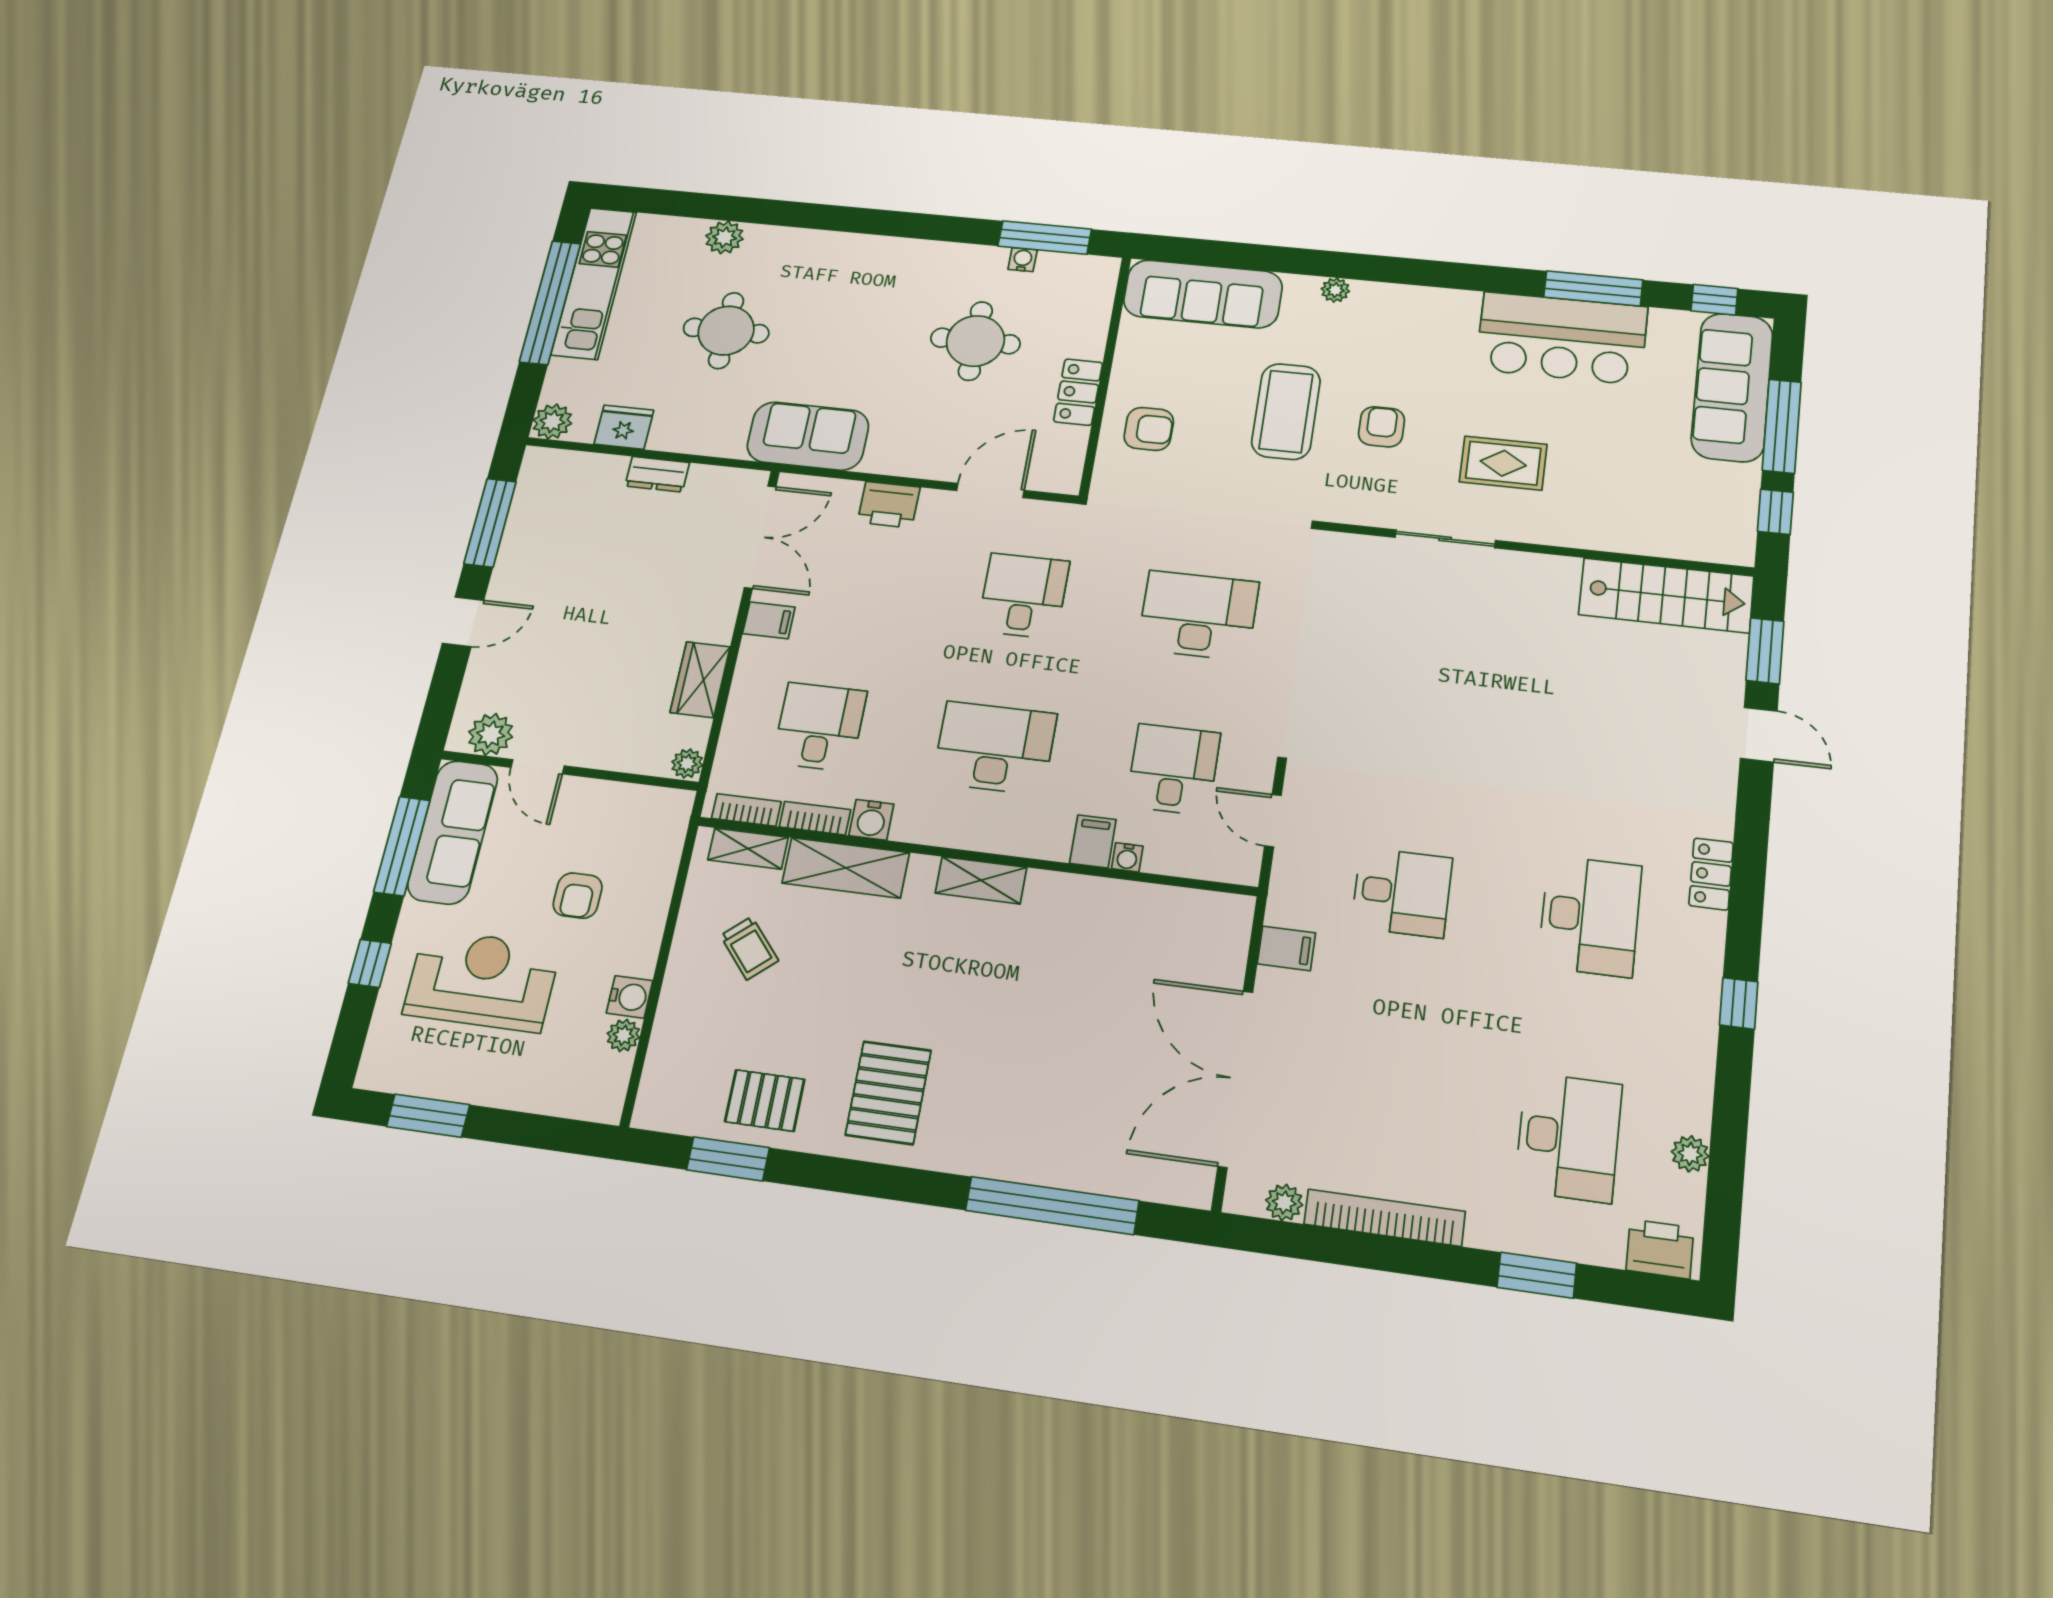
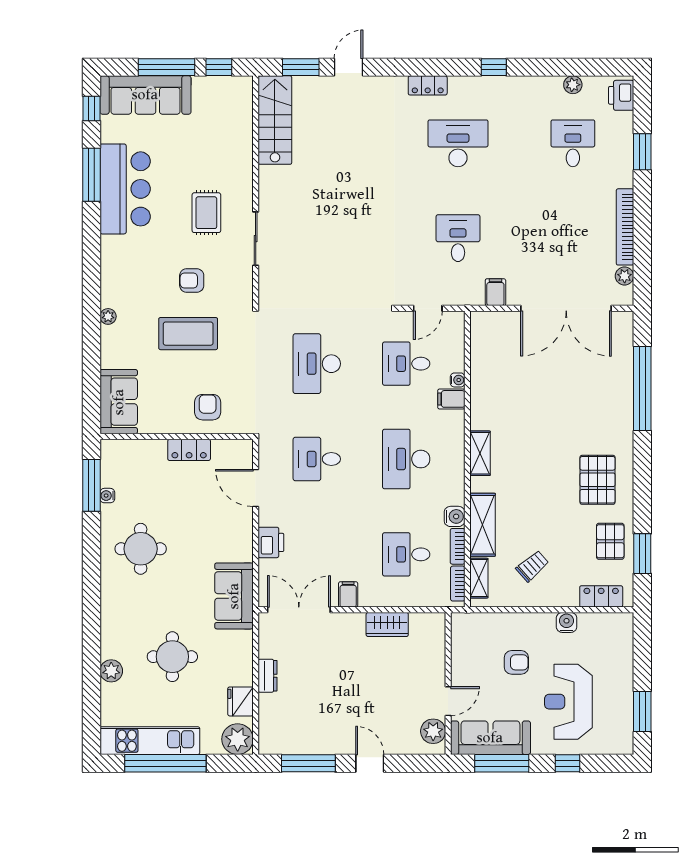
sofa: (1203, 294) -> (119, 402), width x0.73
round table: (975, 341) -> (141, 549), moved
plant: (552, 422) -> (238, 739), width x1.36, depth x1.36
plant: (687, 763) -> (436, 621), removed
plant: (623, 1035) -> (587, 621), removed
locker: (664, 1068) -> (601, 596), added
pallet: (888, 1093) -> (598, 480), turned 90
desk: (1568, 1137) -> (573, 143), width x0.73

